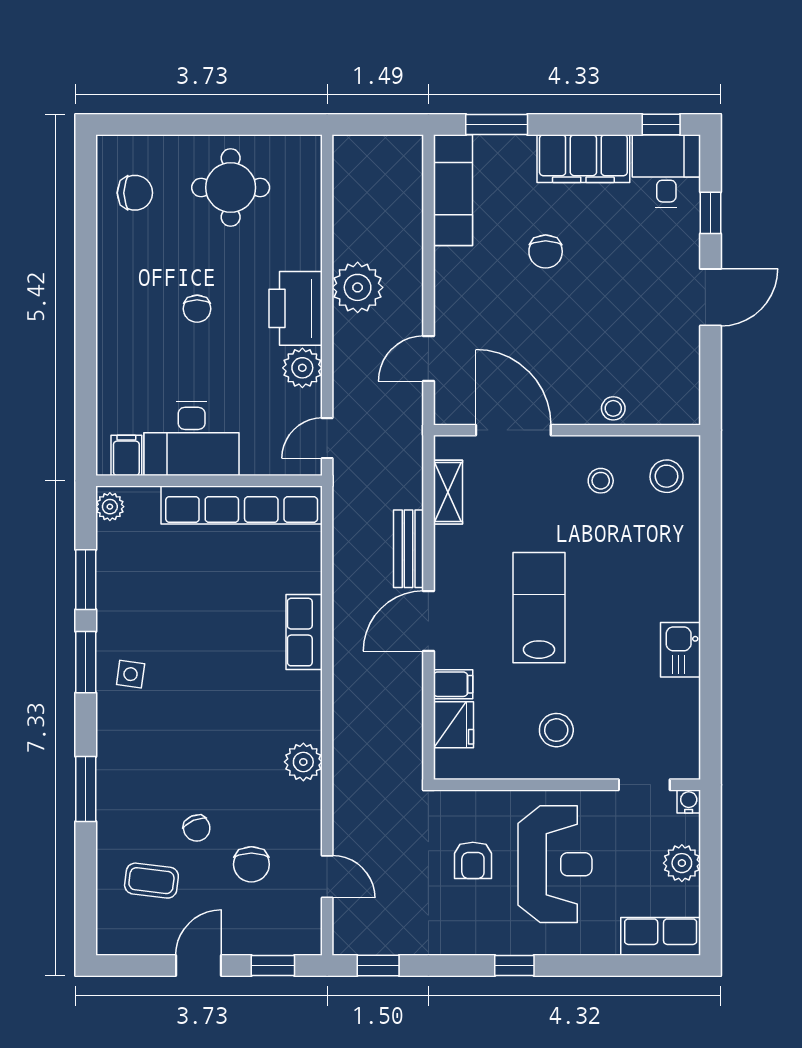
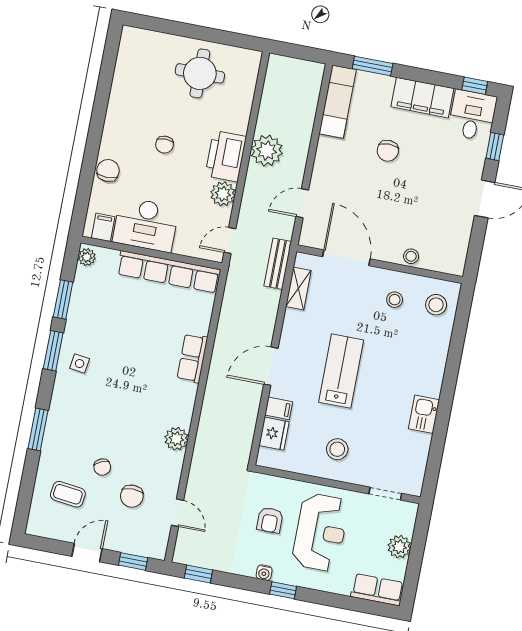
chair: (135, 193) -> (108, 170), moved, turned -90
bench: (409, 549) -> (278, 264), moved
water cooler: (689, 801) -> (264, 573), moved, turned 180

